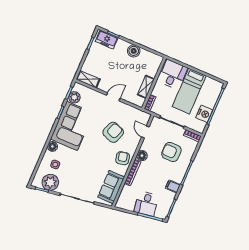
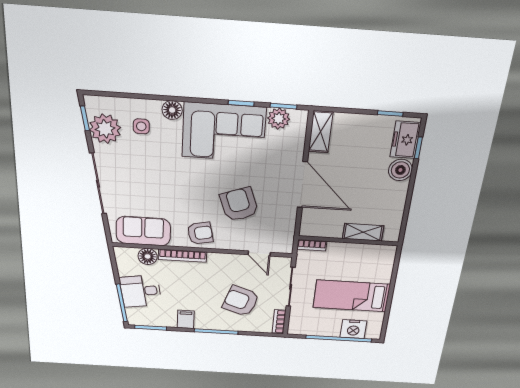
boiler: (134, 51) -> (400, 170), moved
desk: (173, 74) -> (372, 264), removed
shelving: (146, 87) -> (363, 232), moved
door: (113, 97) -> (303, 185), width x1.87
nightstand: (204, 114) -> (353, 329), moved
armchair: (113, 132) -> (239, 204), turned -130
door: (145, 132) -> (259, 254), swing flipped
armchair: (171, 152) -> (241, 301), turned -71
floor lamp: (142, 156) -> (148, 256), moved

